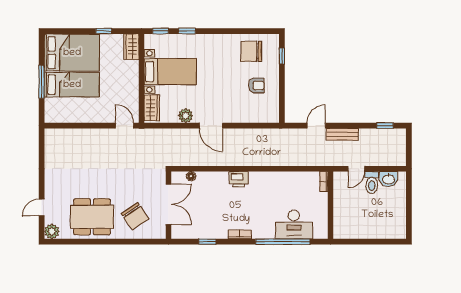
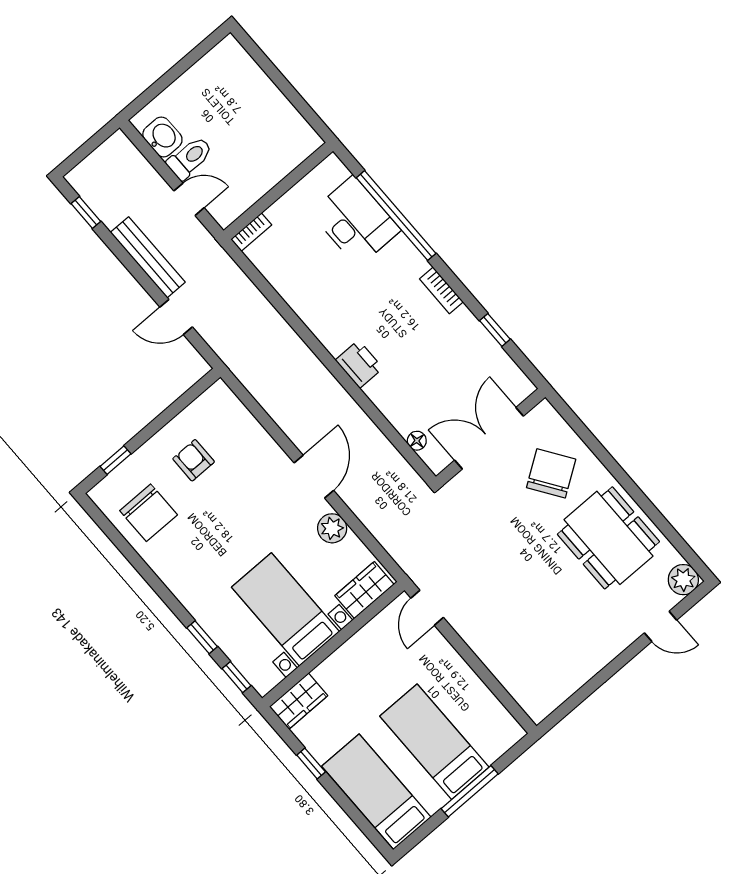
bed: (72, 53) -> (376, 792), width x0.67
bench: (342, 134) -> (148, 257), width x1.36

